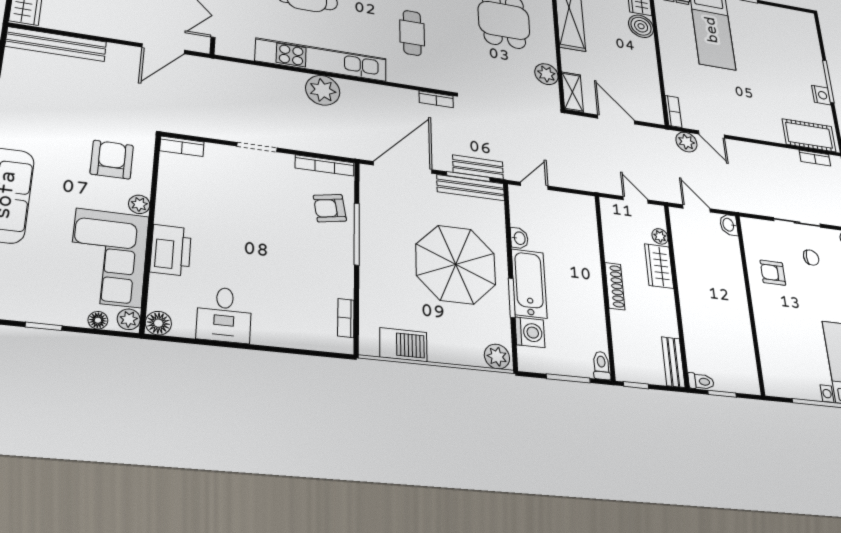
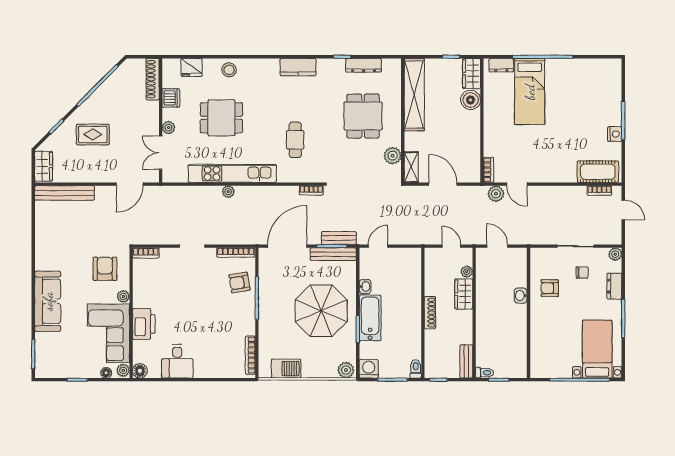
plant: (323, 90) -> (228, 192), width x0.53, depth x0.53
washbasin: (729, 225) -> (521, 296), moved
bookcase: (346, 318) -> (250, 355), width x1.56
washing machine: (530, 332) -> (369, 369), moved, turned -90

